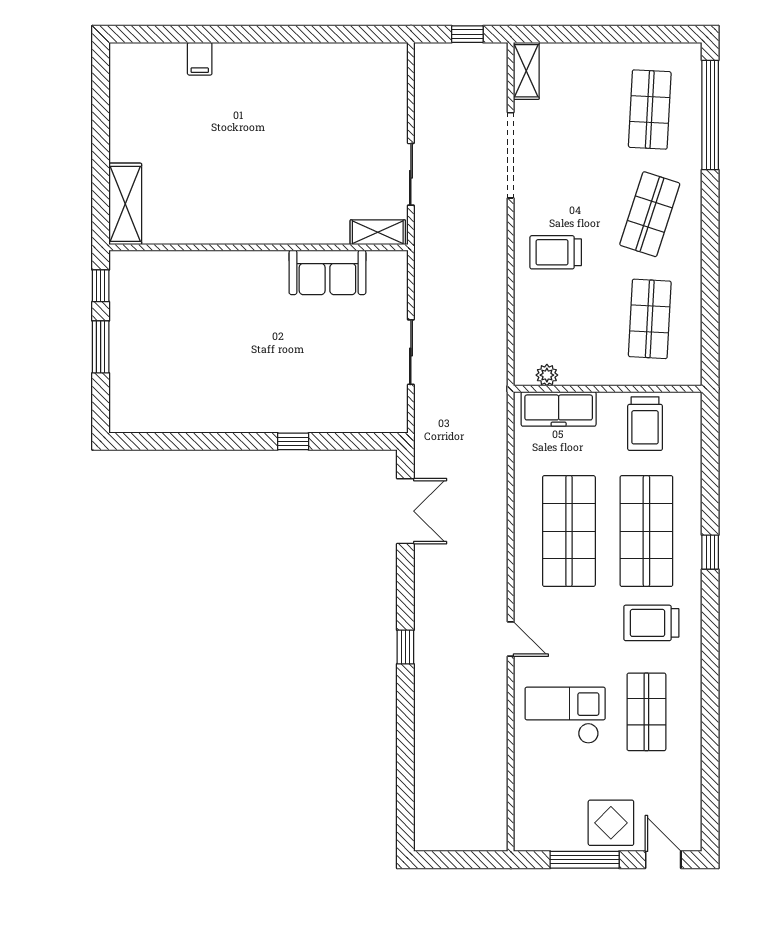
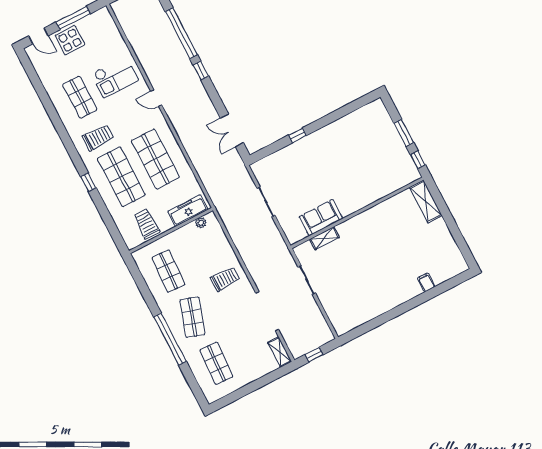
window: (710, 115) -> (170, 339), moved
shelving: (378, 232) -> (325, 238), moved
window: (405, 732) -> (181, 33), added

